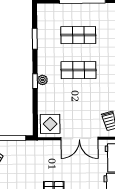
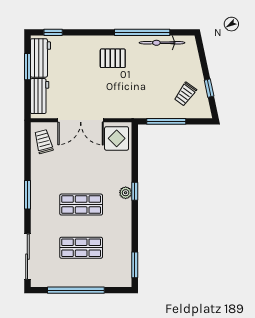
window: (35, 39) -> (135, 265), moved
double door: (79, 139) -> (81, 120), swing flipped

